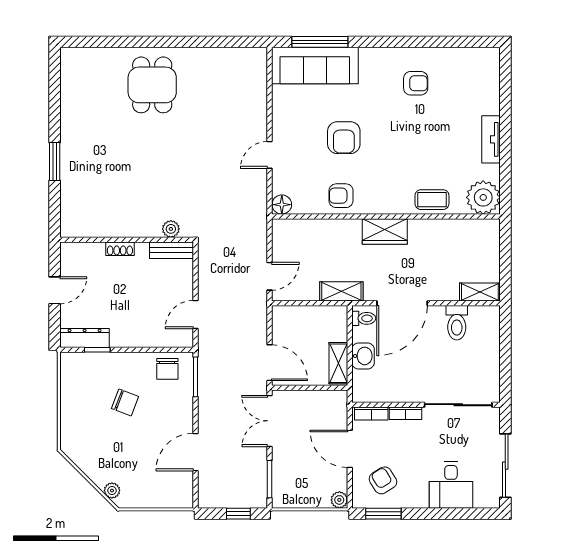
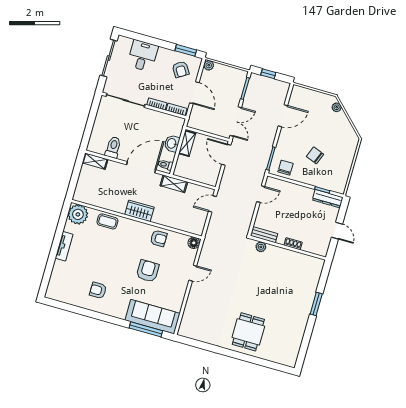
door: (55, 290) -> (337, 231), swing flipped

